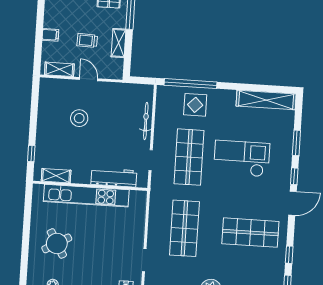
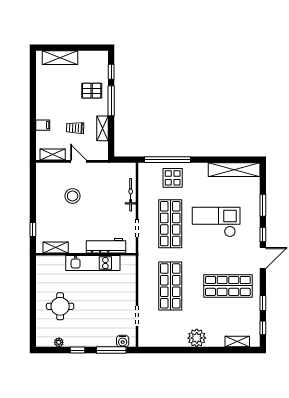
kitchen unit: (86, 196) -> (93, 263), width x0.73
round table: (57, 243) -> (60, 306), turned 30

